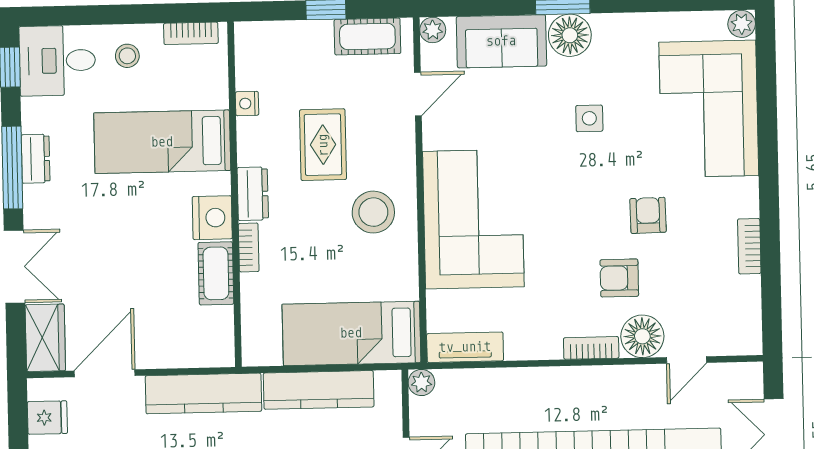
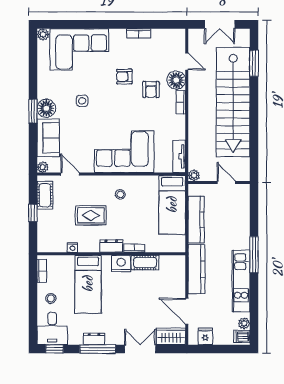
stool: (373, 212) -> (120, 194), width x0.53, depth x0.53

